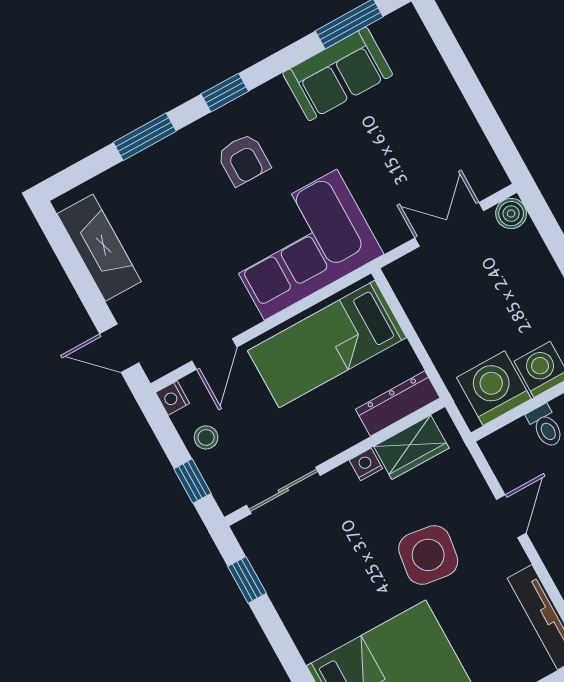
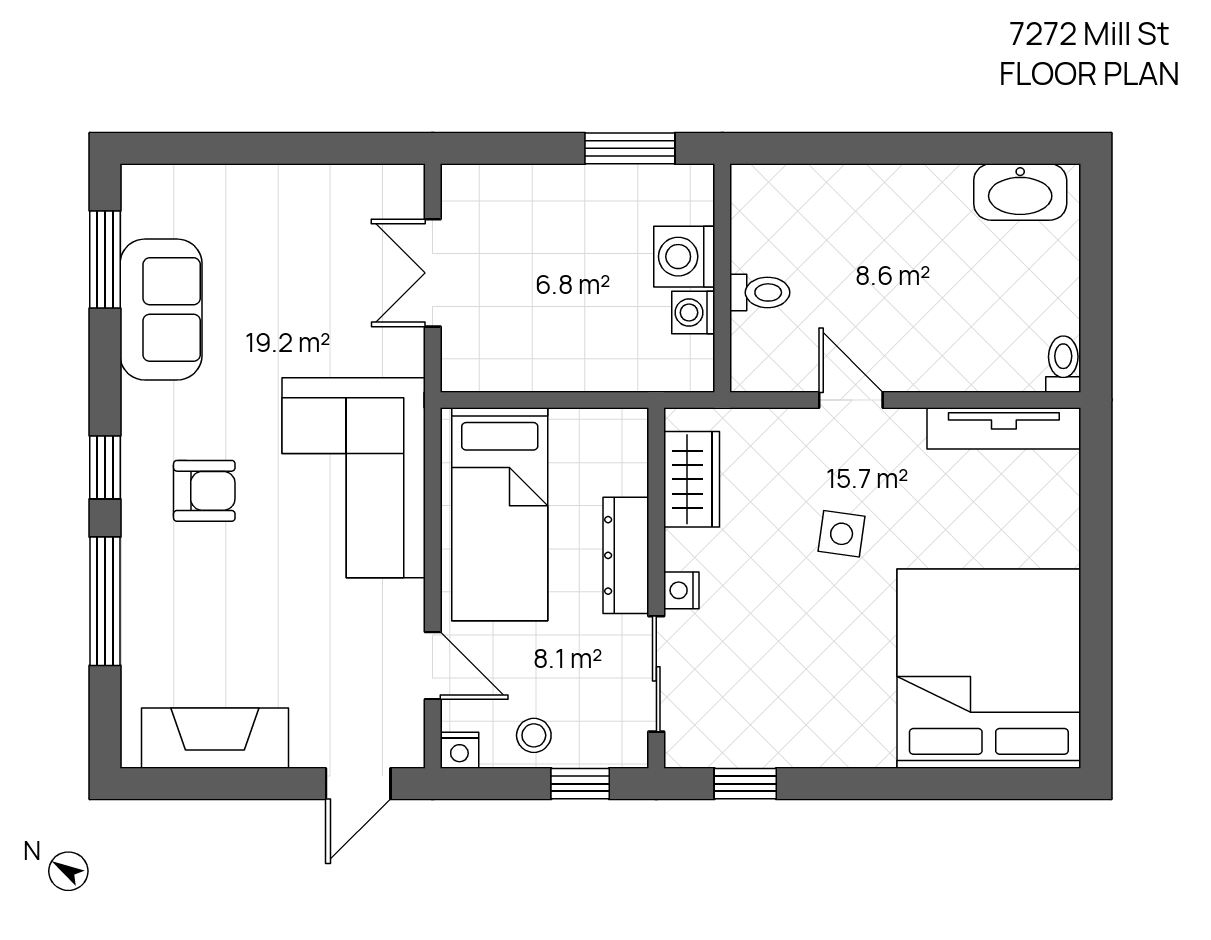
window: (145, 137) -> (105, 601), width x1.44
boiler: (511, 214) -> (463, 186), removed
washing machine: (494, 388) -> (693, 313), width x0.53, depth x0.53
dresser: (398, 404) -> (626, 555), moved
nightstand: (366, 464) -> (681, 590), moved
side table: (428, 555) -> (842, 534), width x0.54, depth x0.54

